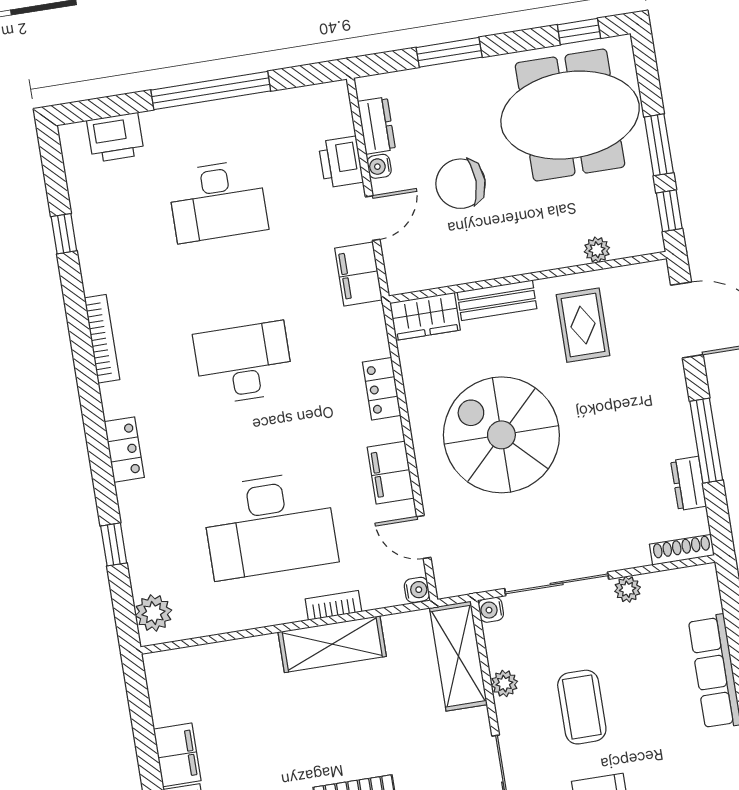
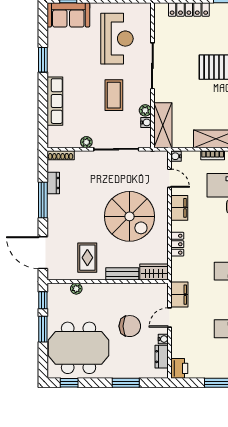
printer: (341, 162) -> (179, 368), moved
water cooler: (491, 610) -> (146, 122), moved

